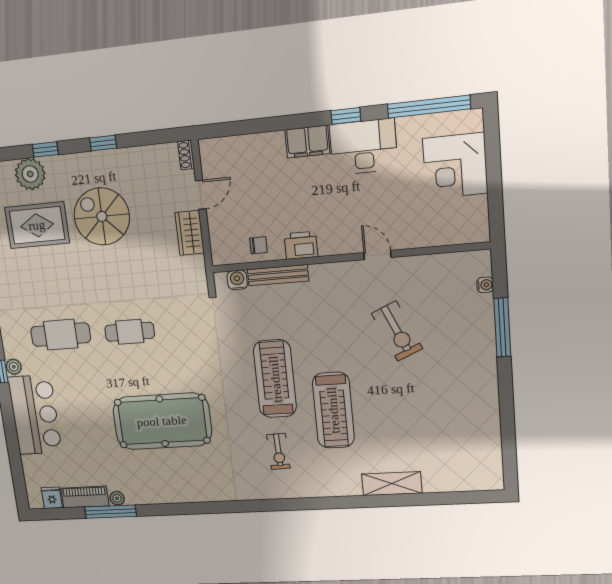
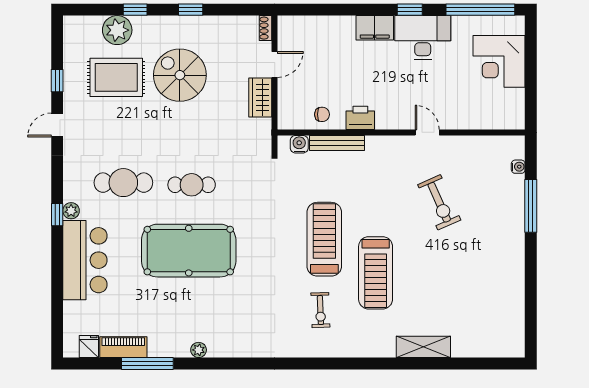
pool table: (162, 421) -> (189, 251), moved
plant: (117, 498) -> (199, 350), moved

